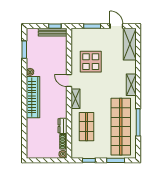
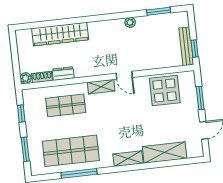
shelving: (130, 44) -> (165, 152), moved
display table: (91, 62) -> (165, 91), moved
door: (69, 81) -> (124, 75), swing flipped
wardrobe: (33, 97) -> (60, 34), moved
shop shelf: (121, 127) -> (71, 151), width x0.71

